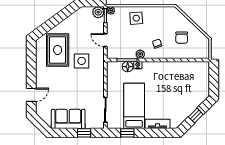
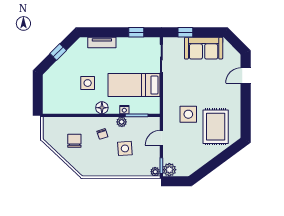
side table: (136, 18) -> (125, 148), moved
door: (105, 40) -> (161, 138), swing flipped
floor lamp: (128, 67) -> (102, 108), moved
side table: (170, 88) -> (88, 83), added
bed: (134, 106) -> (134, 85), moved, turned 90

